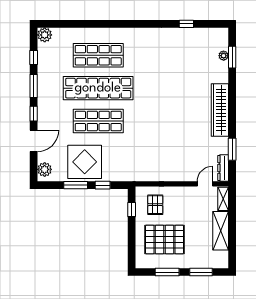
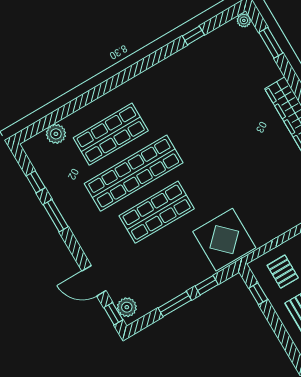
plant: (45, 35) -> (56, 134), moved
plant: (224, 56) -> (244, 20), moved
window: (34, 114) -> (113, 314), moved
door: (34, 141) -> (94, 281), swing flipped
display table: (85, 162) -> (224, 240), moved

